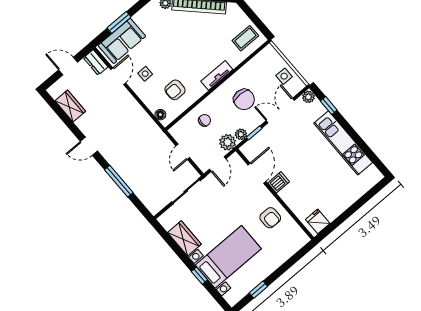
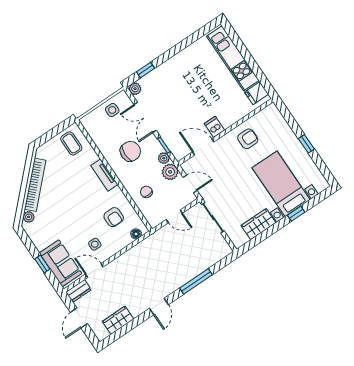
window: (119, 22) -> (42, 264), width x0.67
kitchen unit: (343, 143) -> (233, 58), moved, turned 90
window: (258, 290) -> (306, 144), moved

